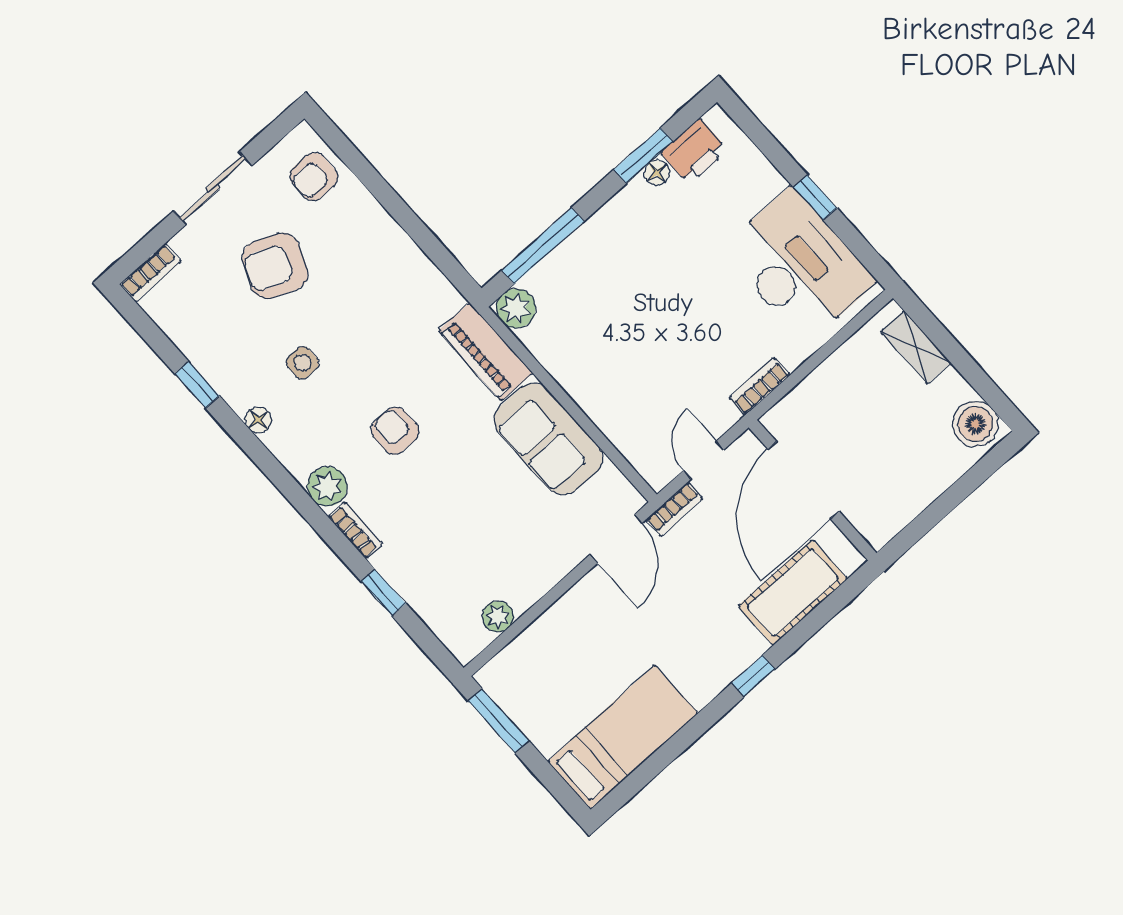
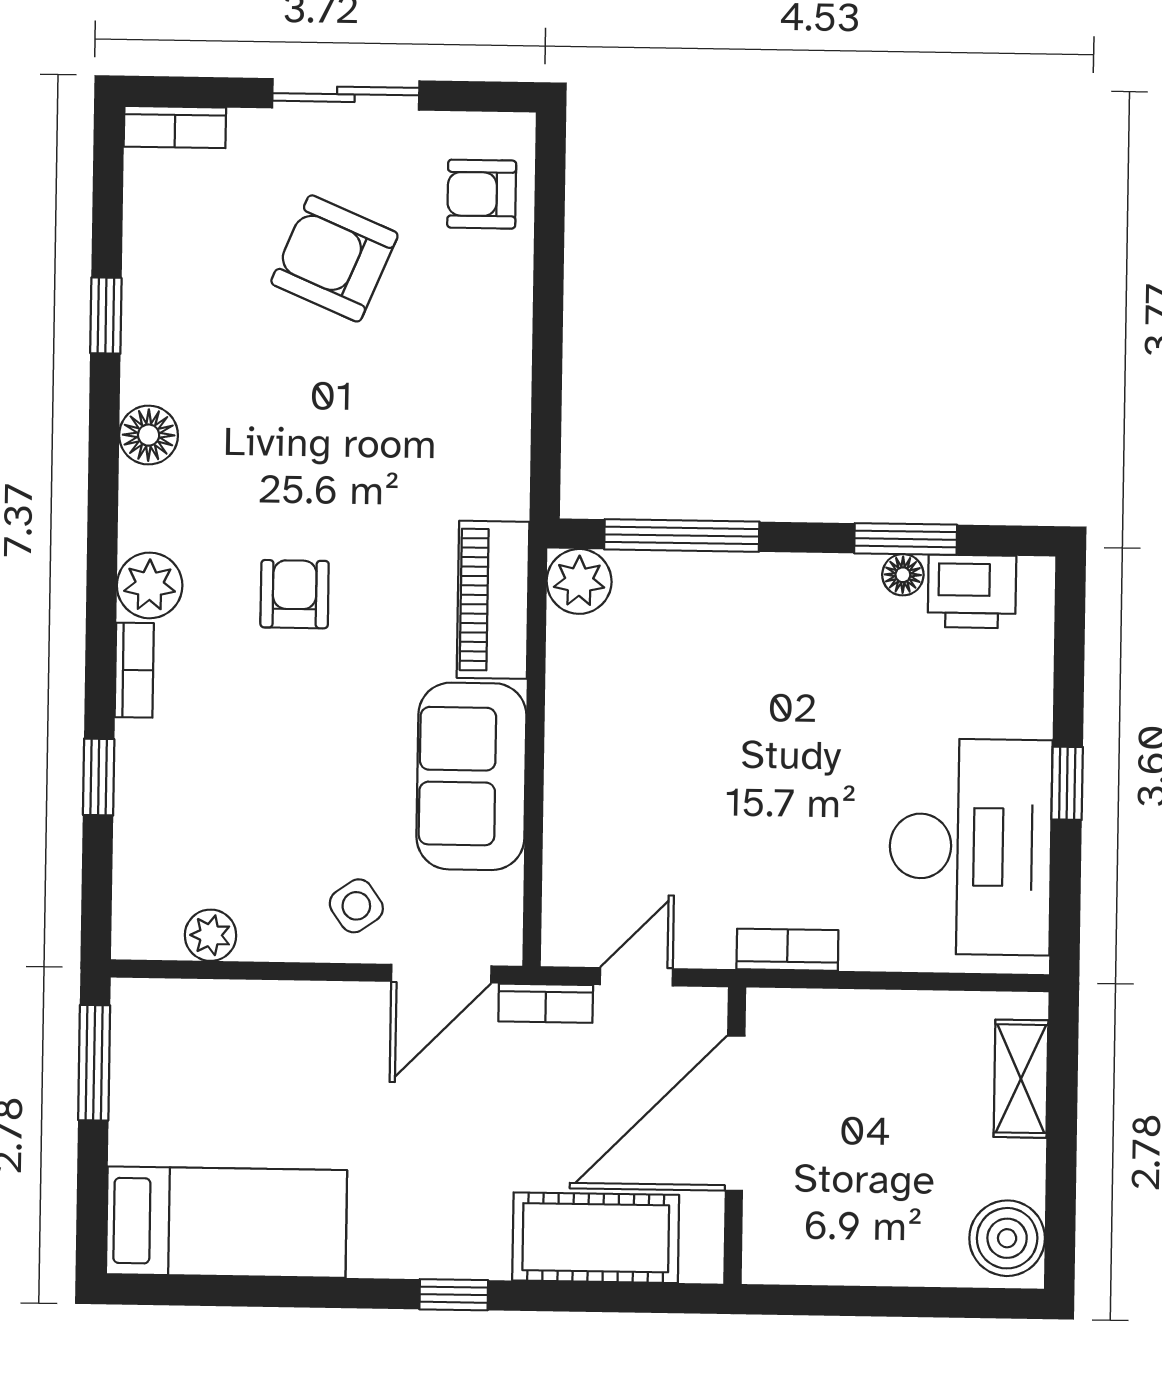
side table: (303, 363) -> (356, 906), moved, turned -35
floor lamp: (258, 420) -> (149, 435), width x1.37, depth x1.37

